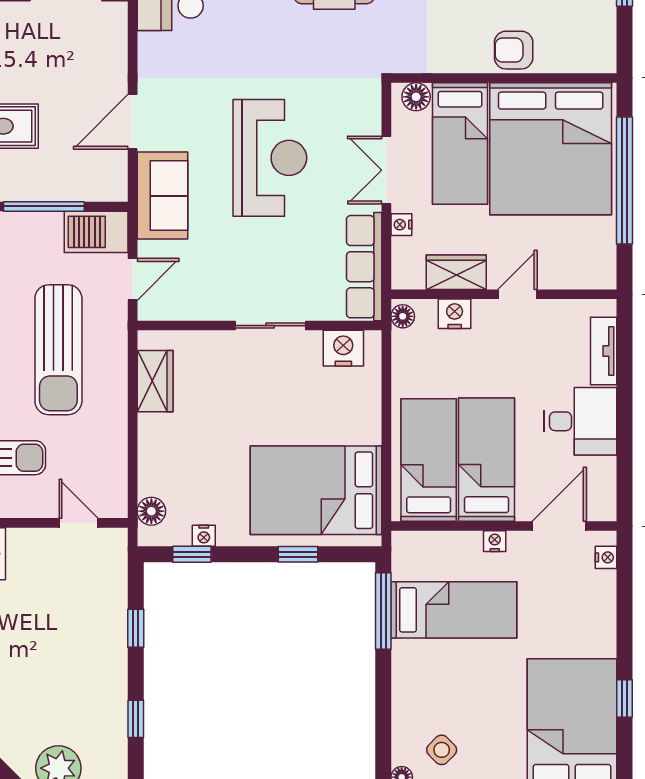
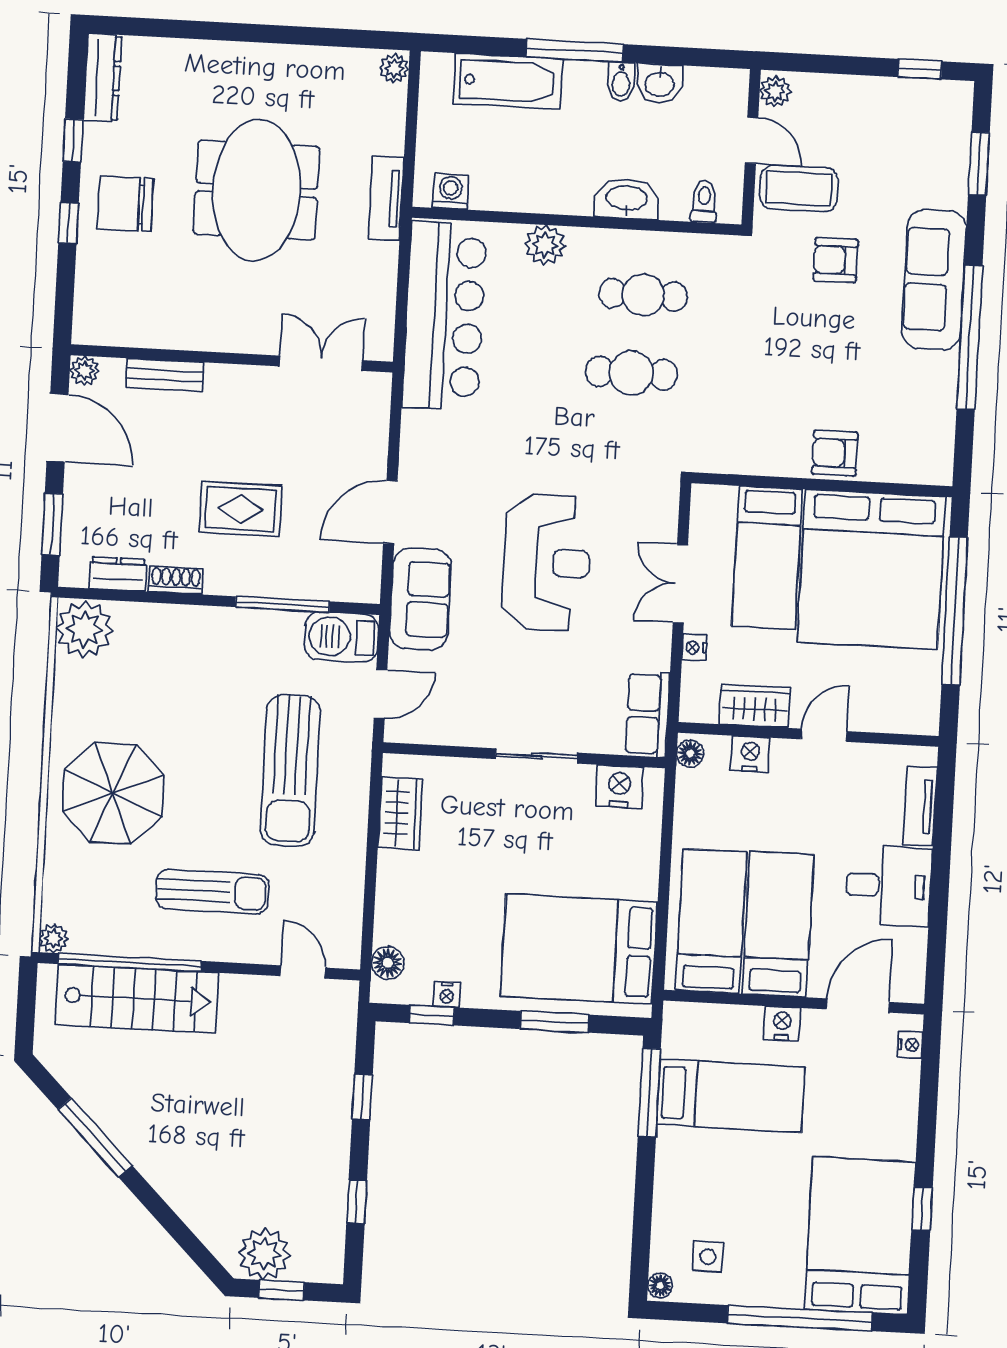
floor lamp: (416, 97) -> (719, 501), removed
row of seats: (364, 267) -> (648, 714), width x0.68
nightstand: (495, 541) -> (782, 1023), width x1.39, depth x1.35
window: (298, 554) -> (554, 1022), width x1.50
side table: (442, 750) -> (708, 1257), turned 45

